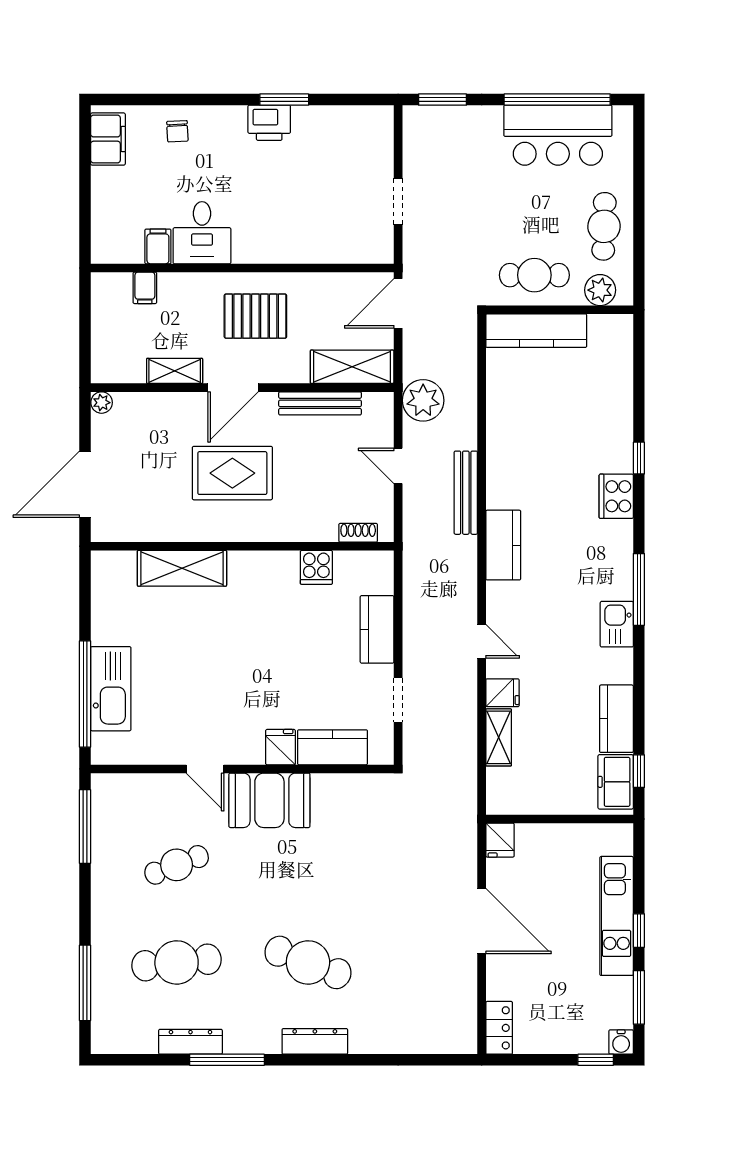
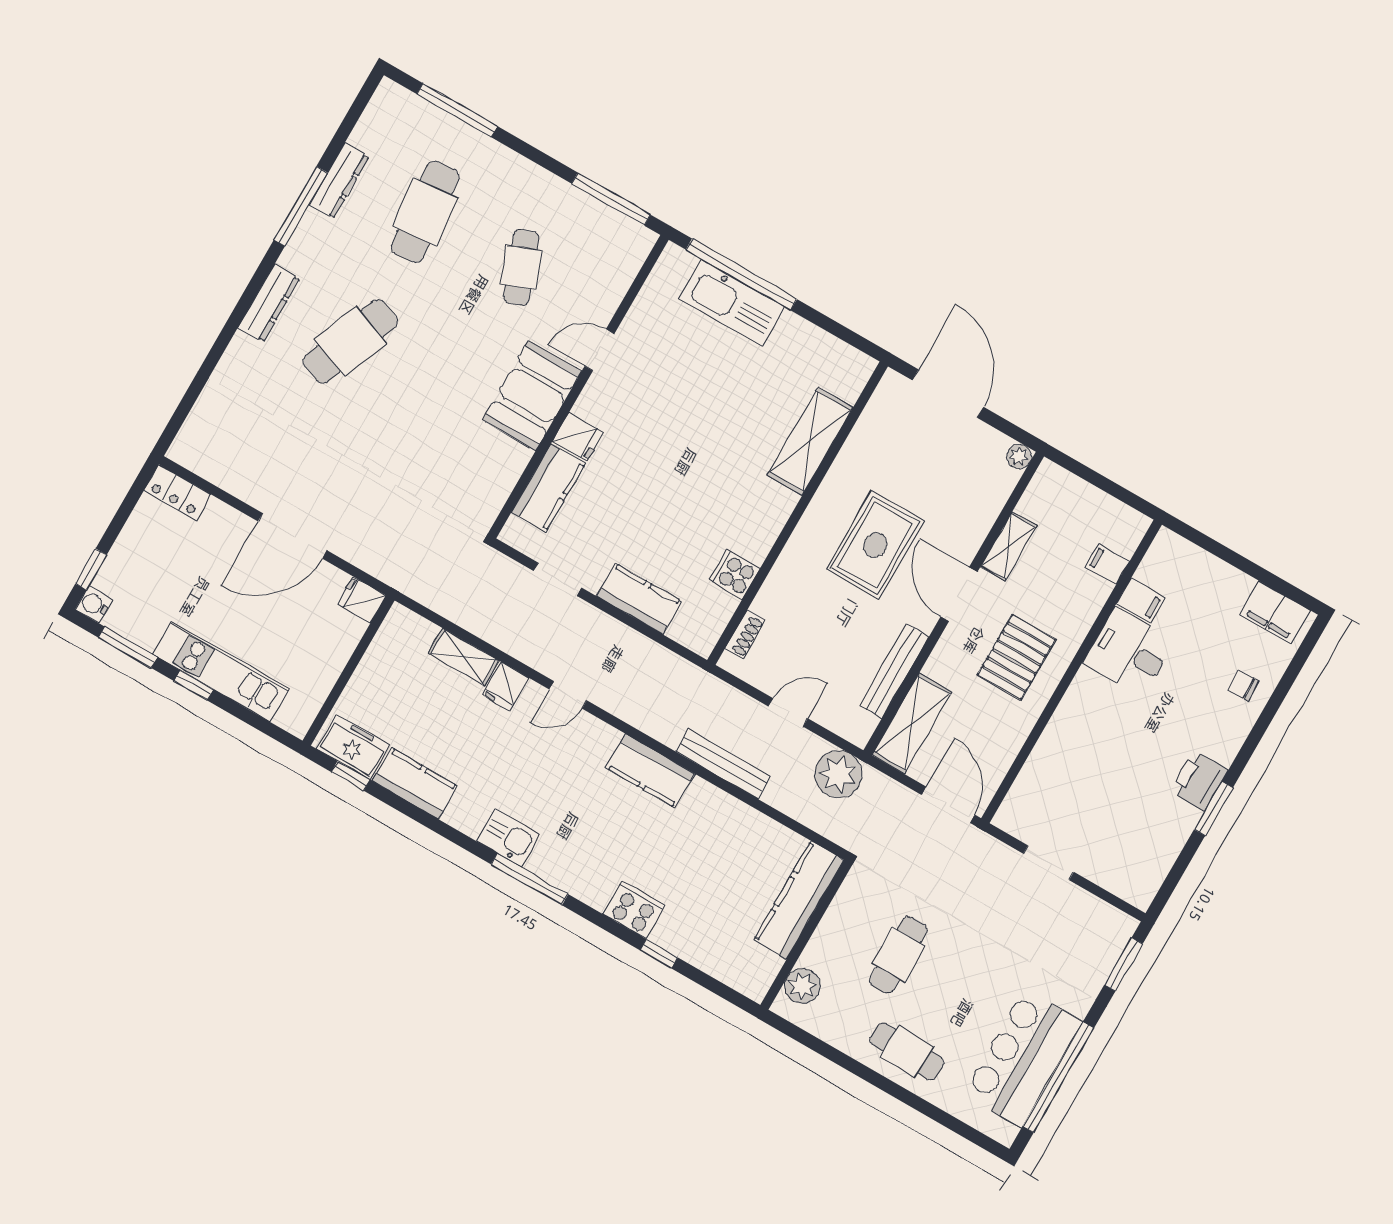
plant: (600, 290) -> (803, 986), moved
wall: (560, 310) -> (806, 935), moved
kitchen counter: (536, 331) -> (799, 900), moved

